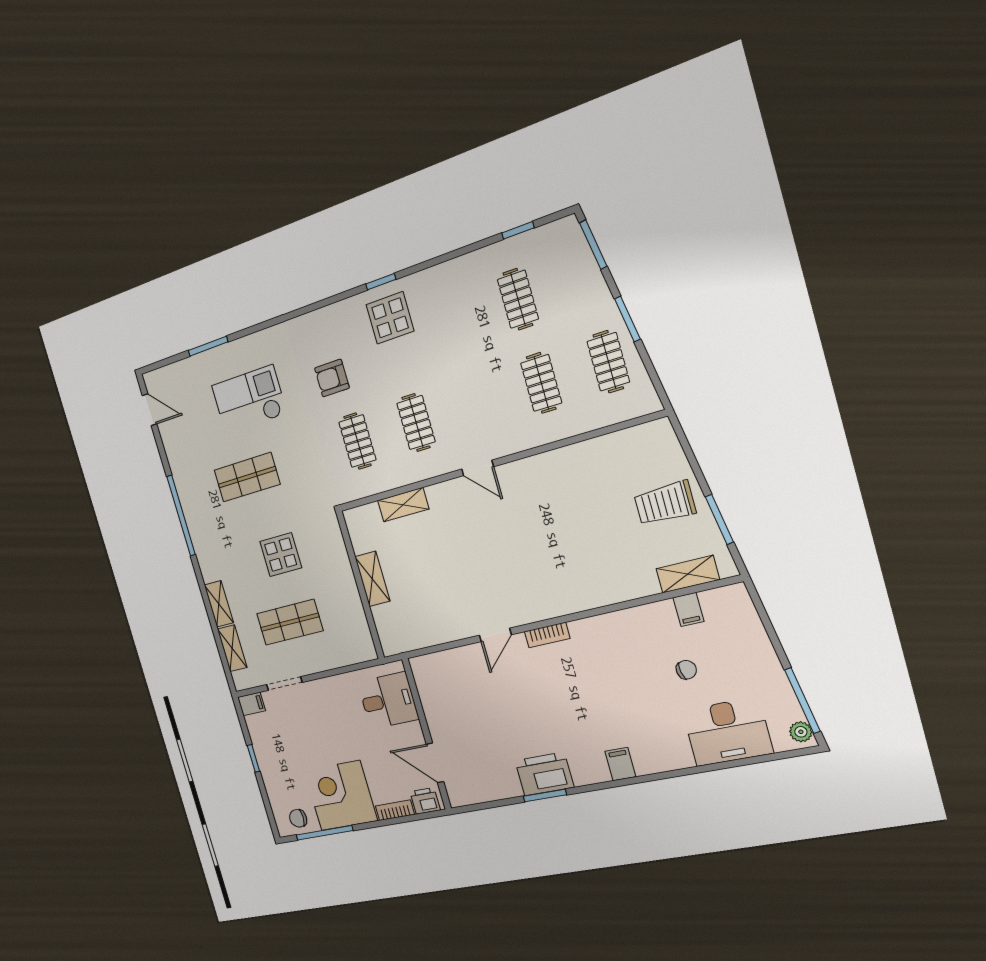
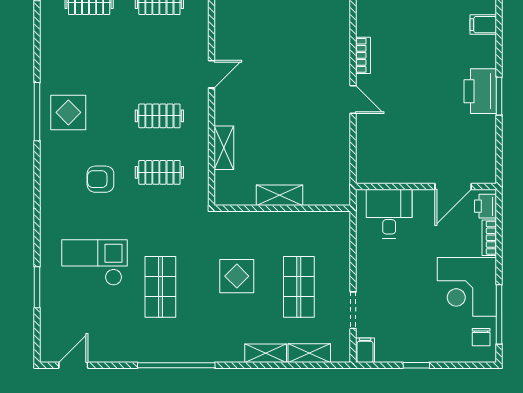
window: (381, 282) -> (37, 112), width x2.17
armchair: (332, 378) -> (100, 179), turned 90
checkout: (249, 400) -> (95, 262), turned 90

